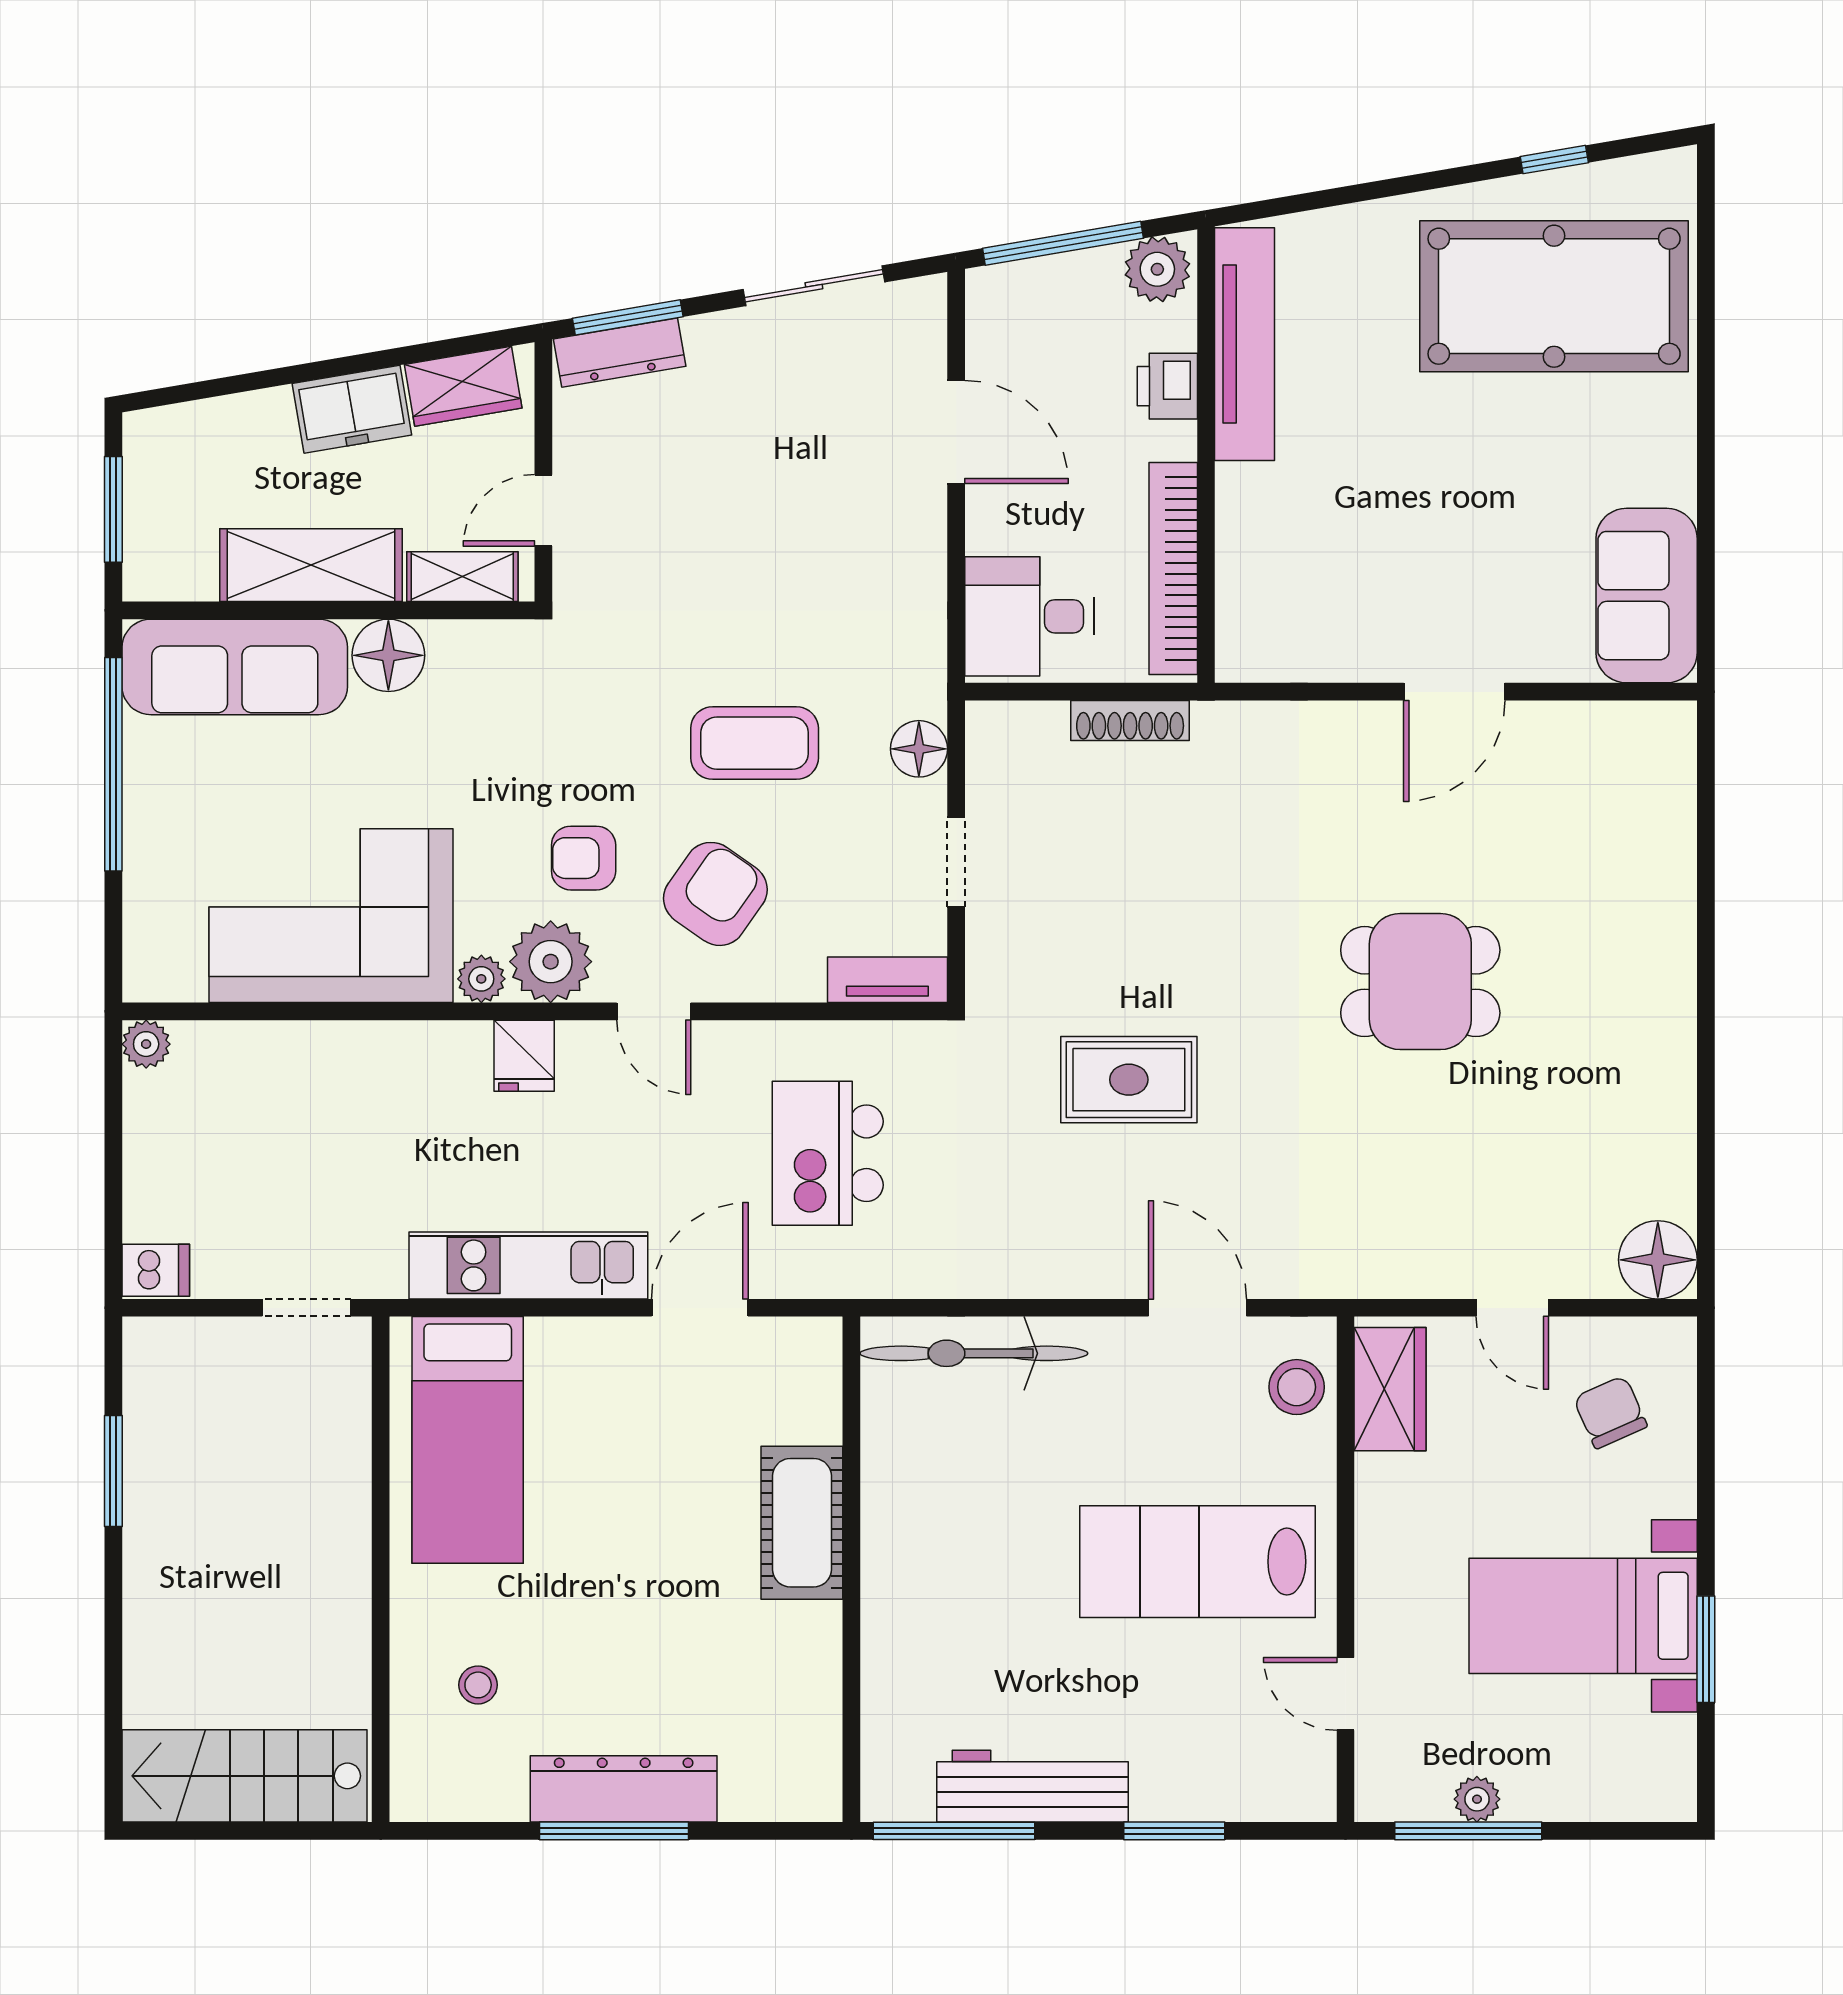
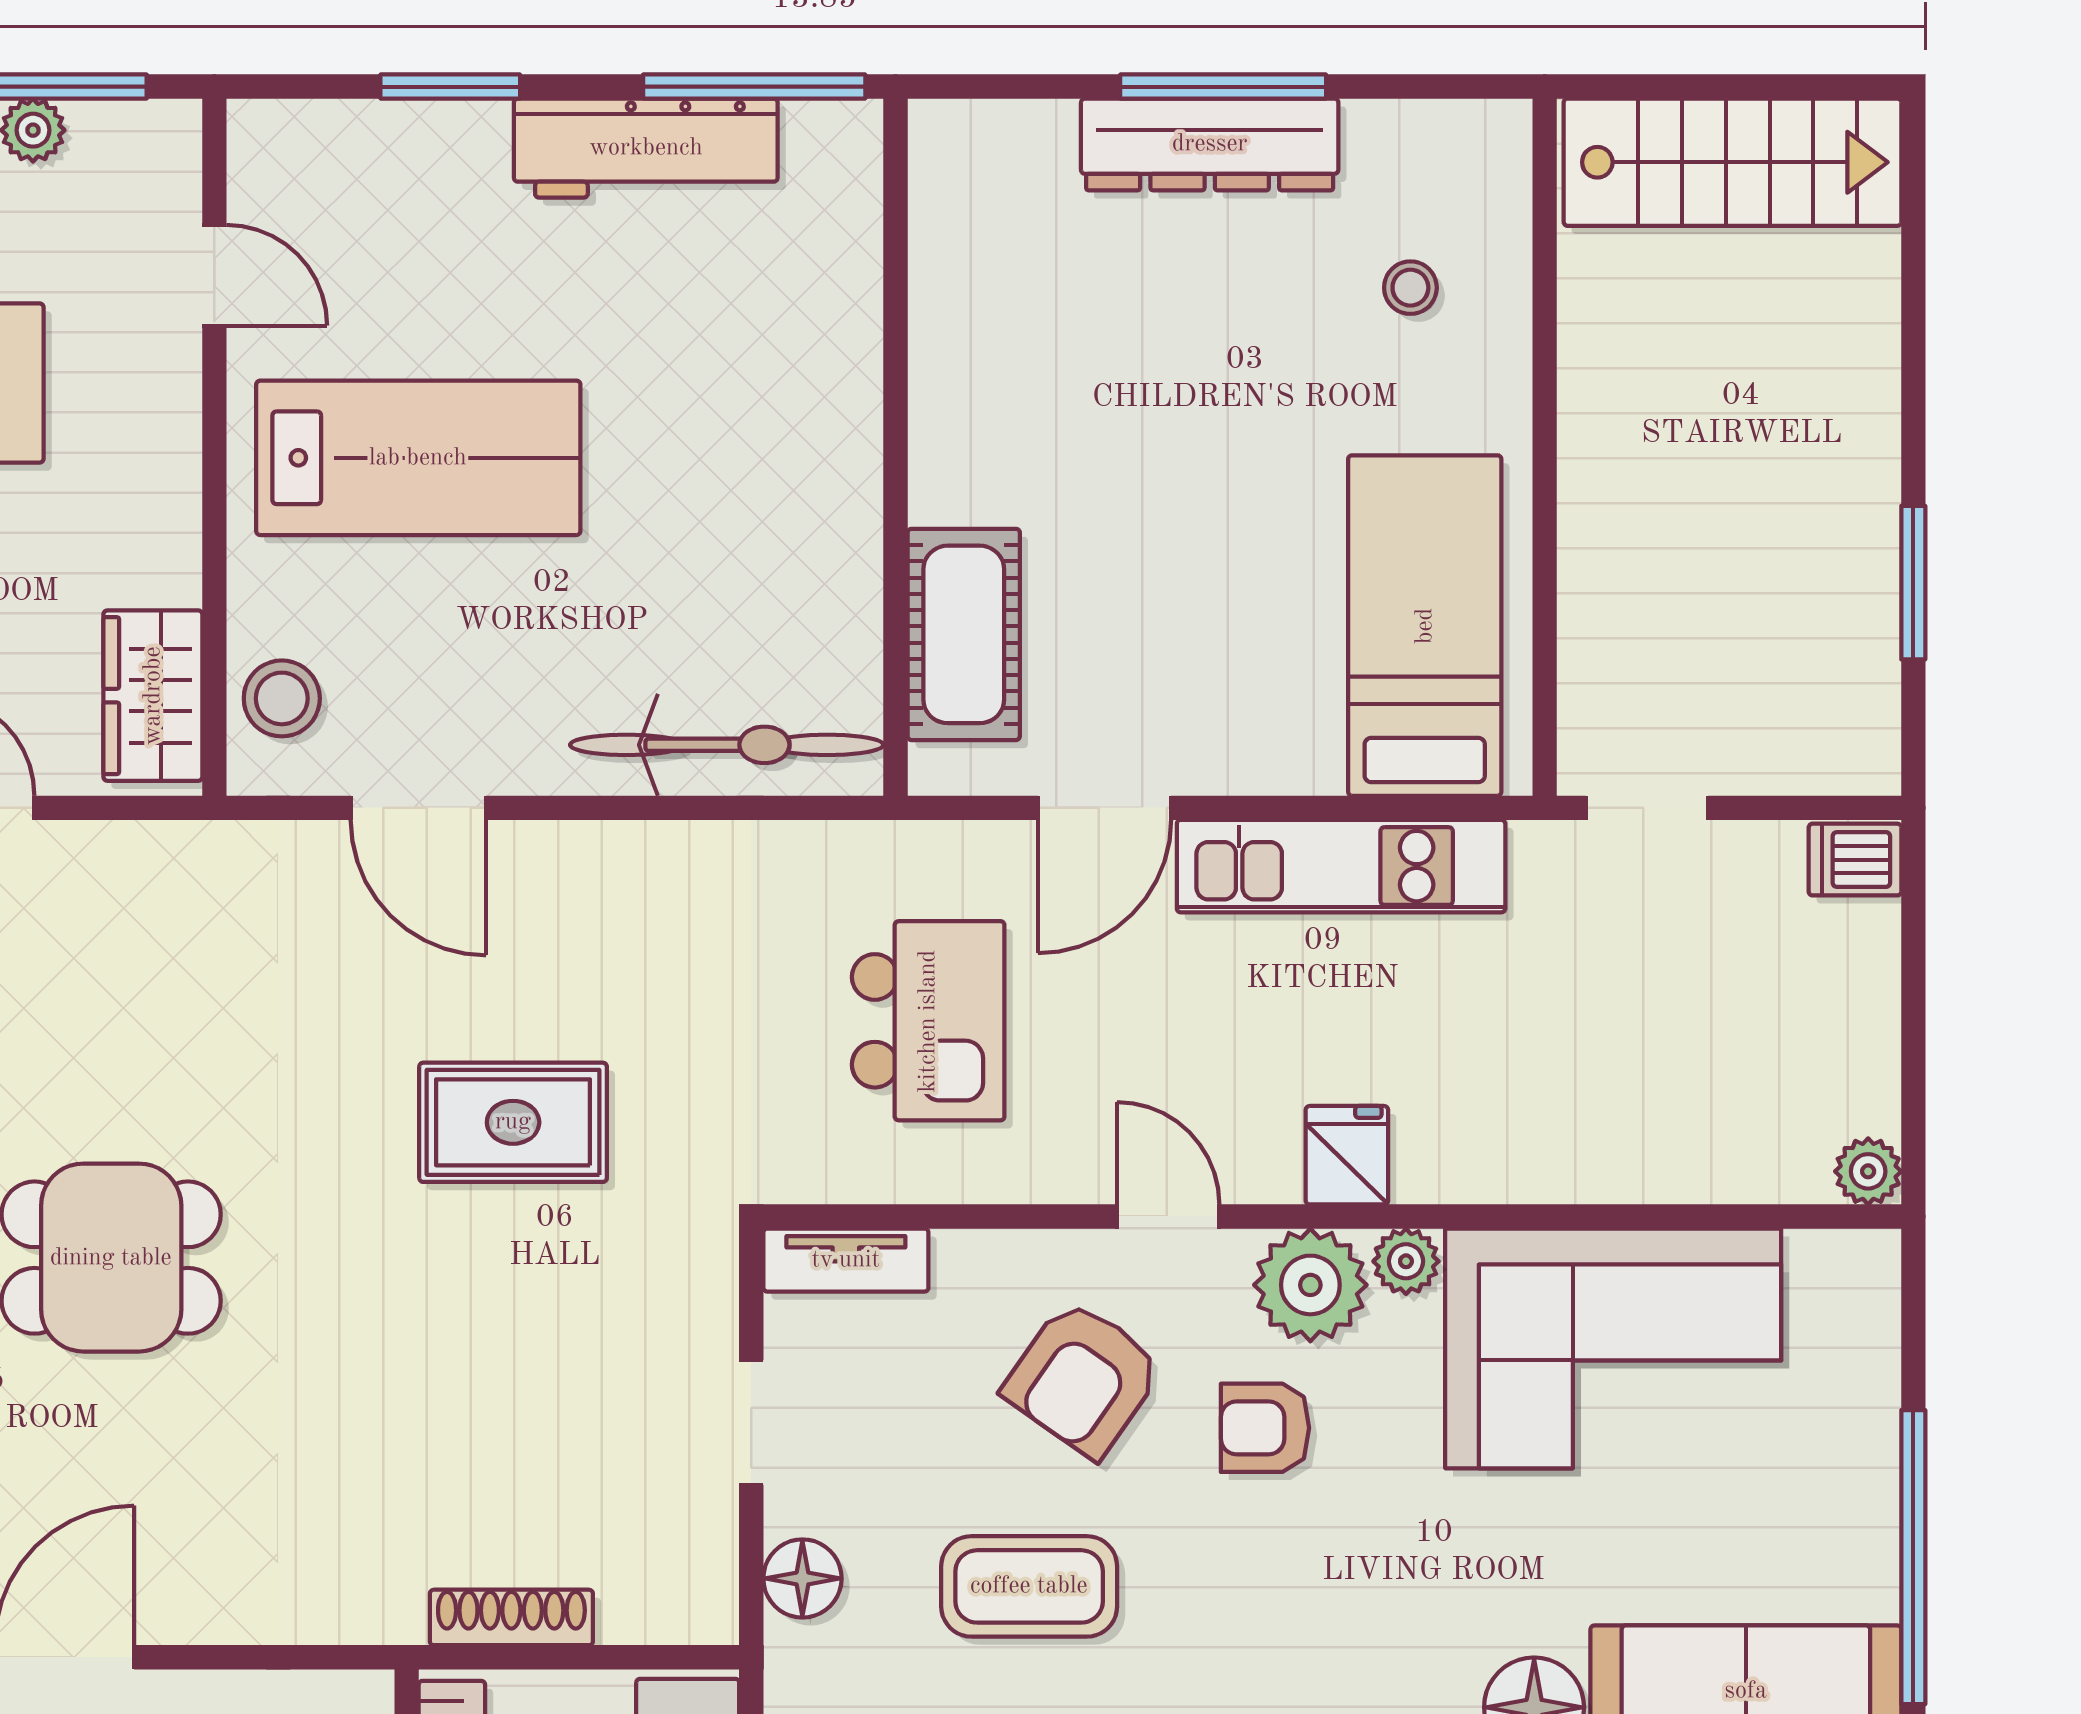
armchair: (584, 858) -> (1265, 1428), turned 180
cot: (802, 1523) -> (964, 634), moved

